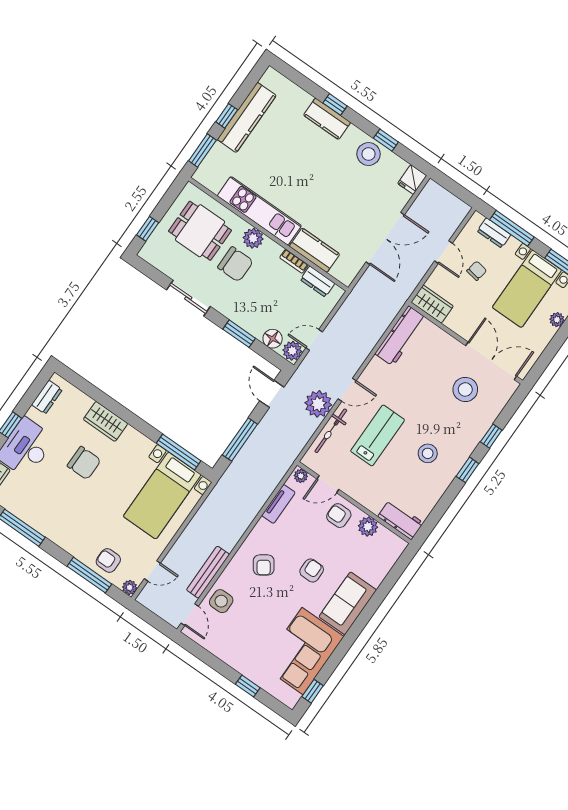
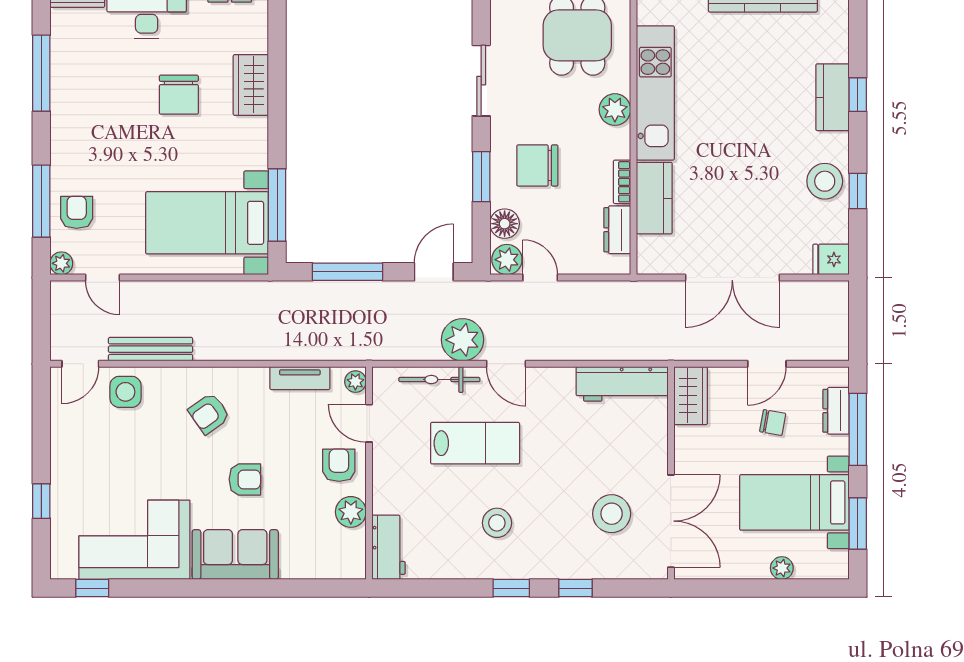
chair: (235, 264) -> (537, 165), moved, turned 90

